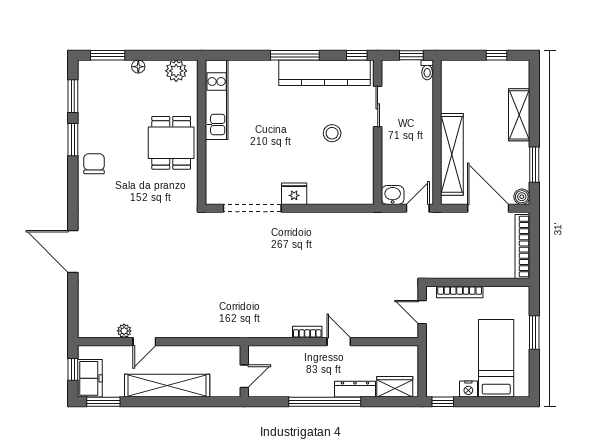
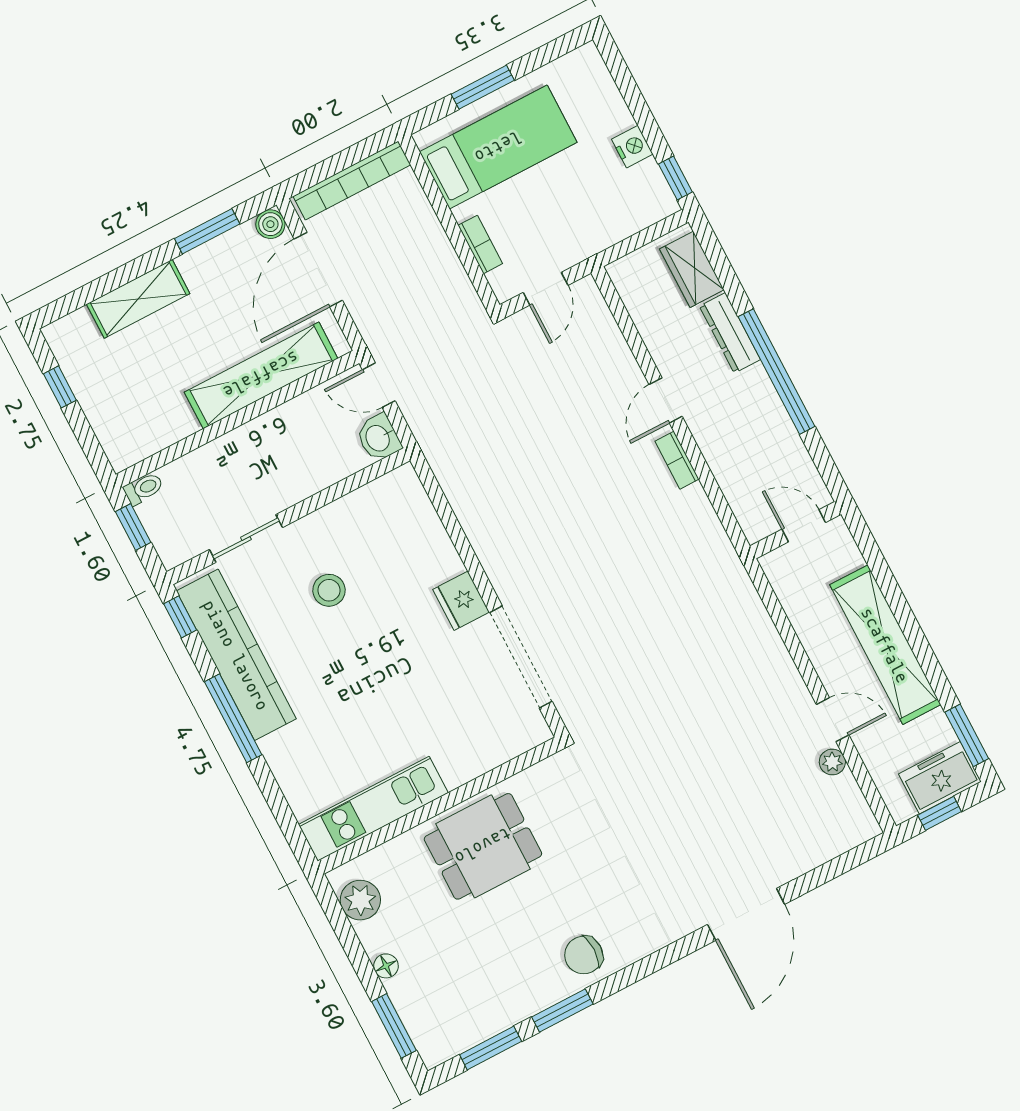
bookcase: (460, 292) -> (480, 244), width x0.64
bed: (496, 358) -> (498, 147), moved, turned 180

